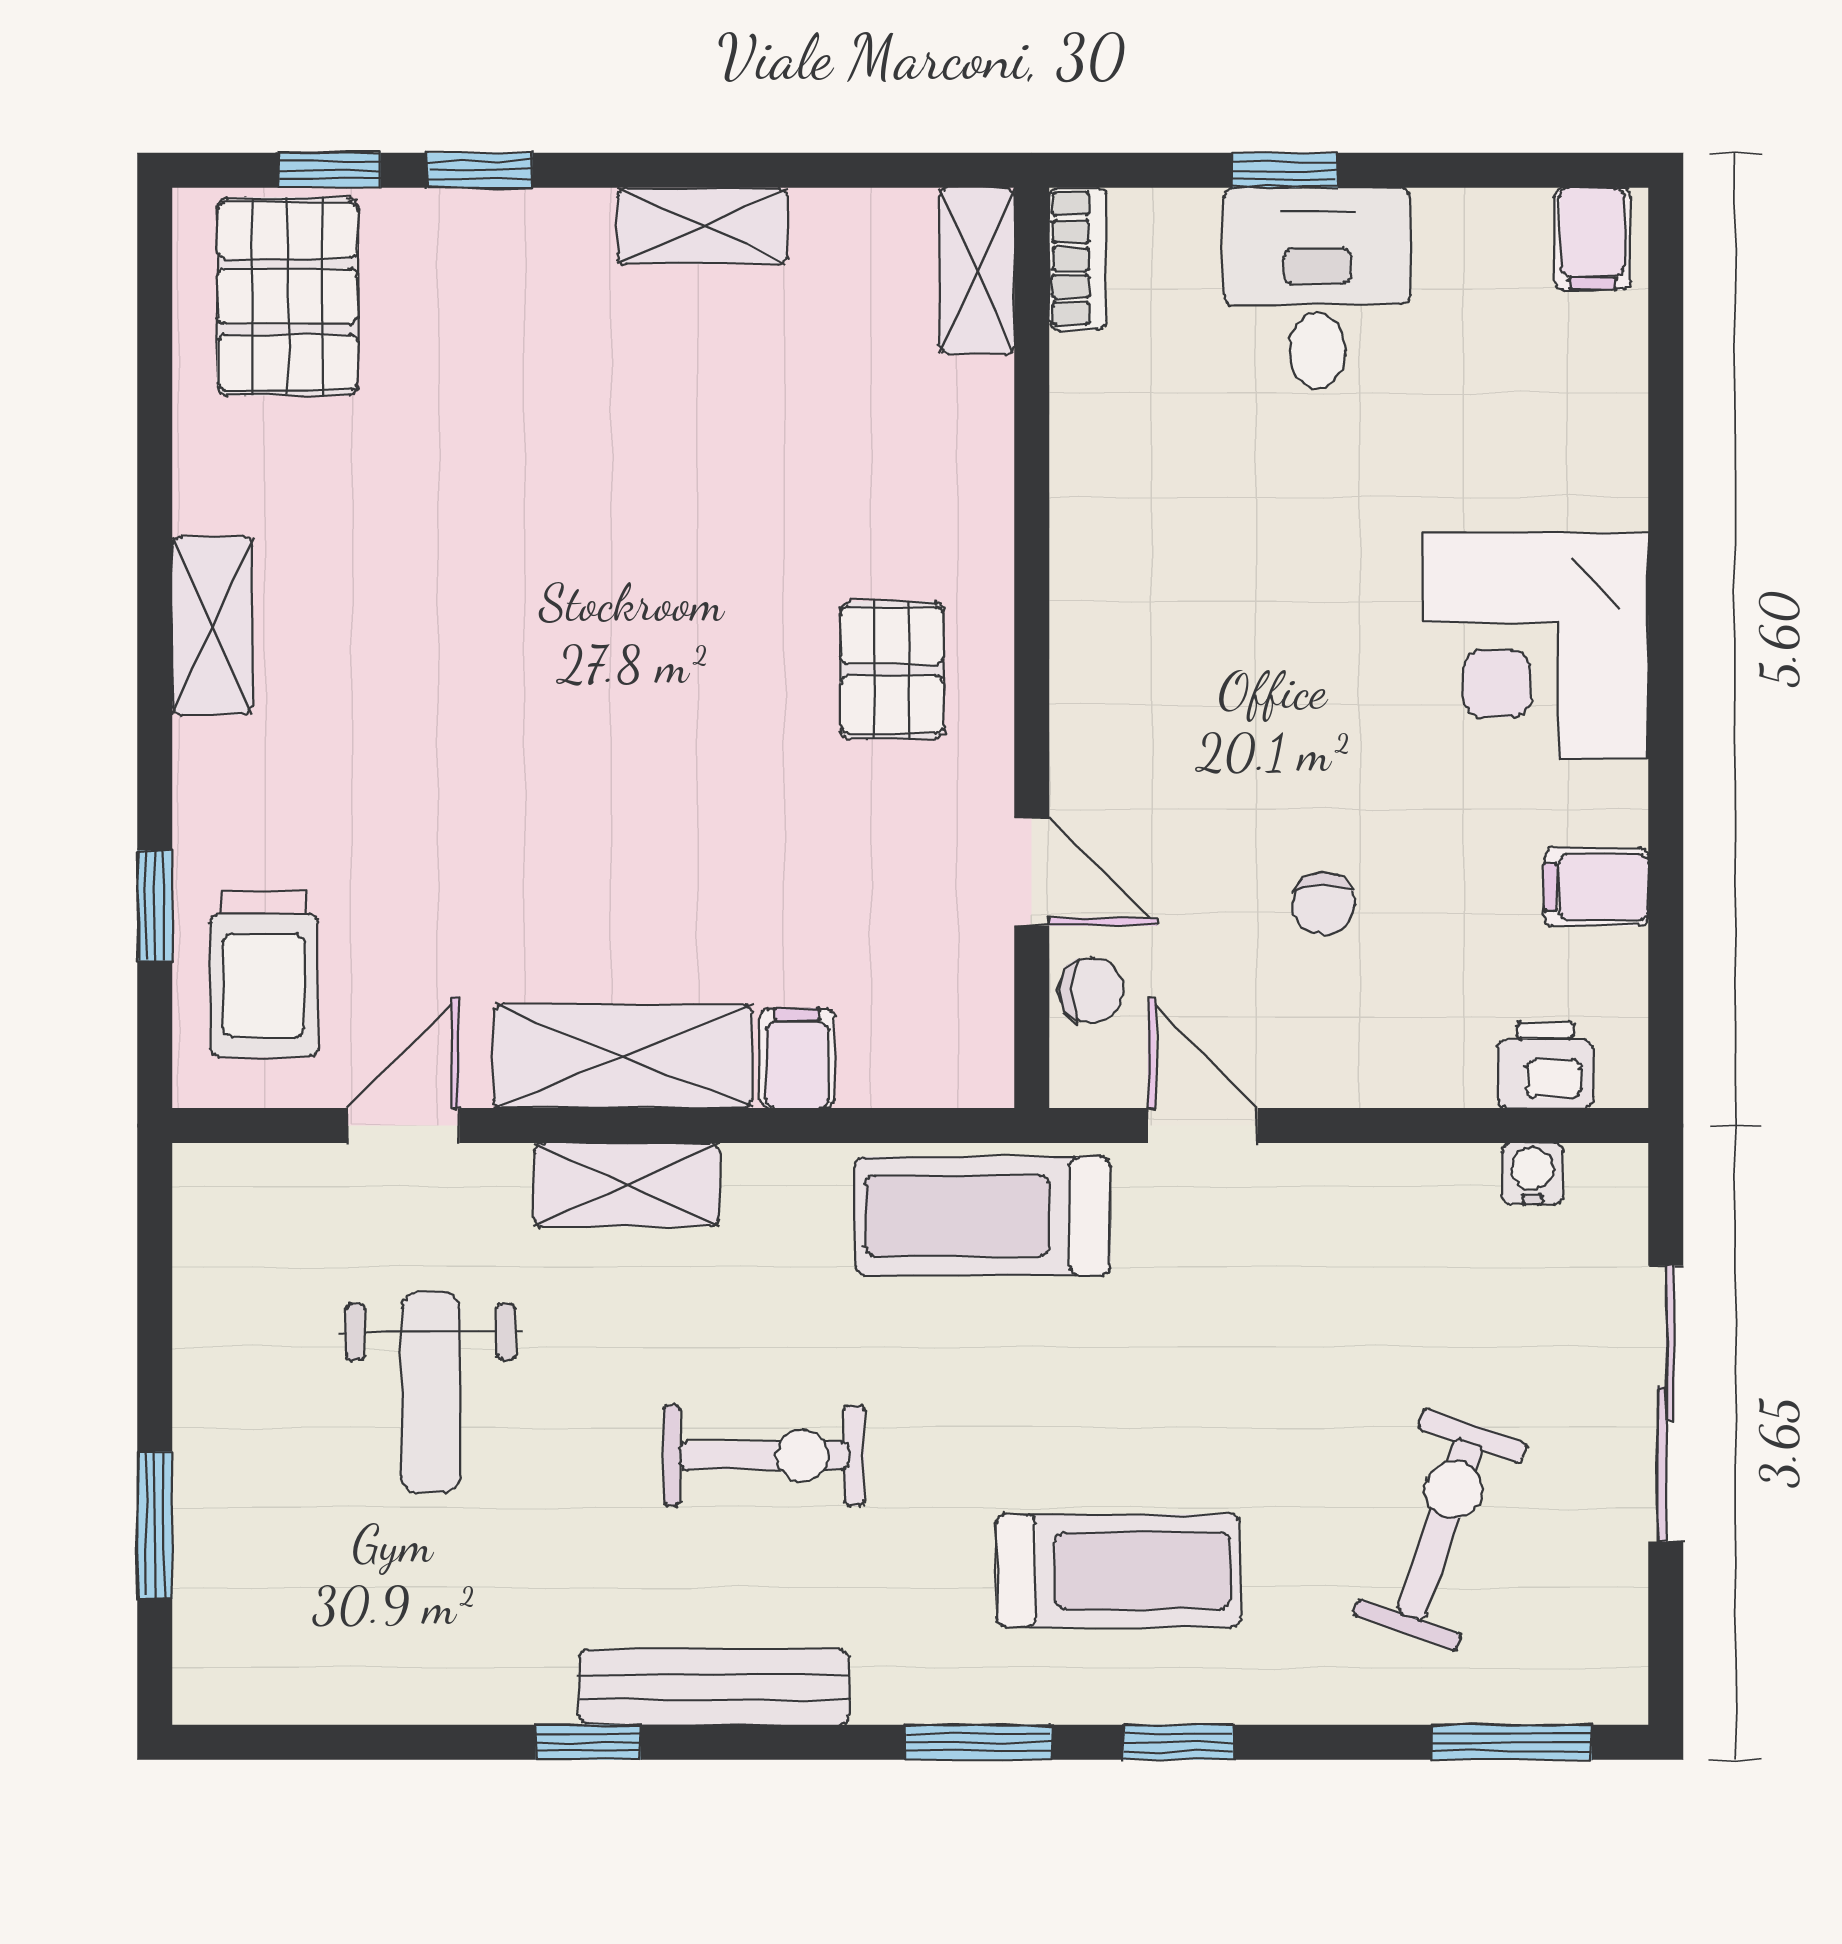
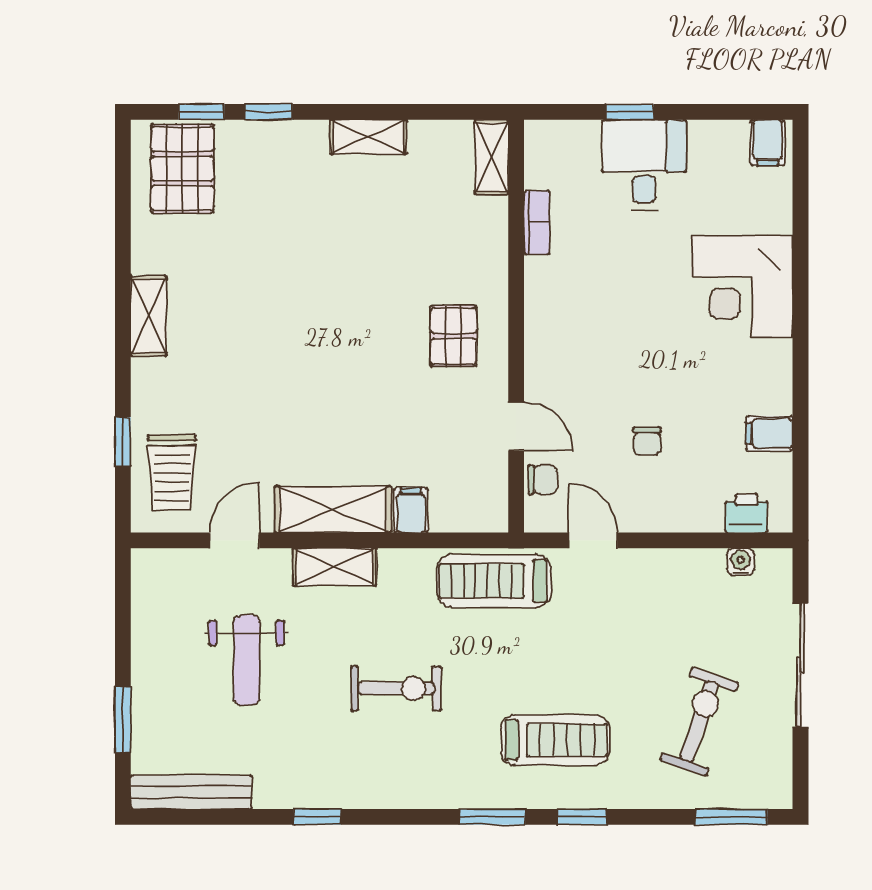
bookcase: (1078, 259) -> (537, 223), moved
corner desk: (1536, 645) -> (742, 287), moved
bench: (714, 1687) -> (191, 792), moved

